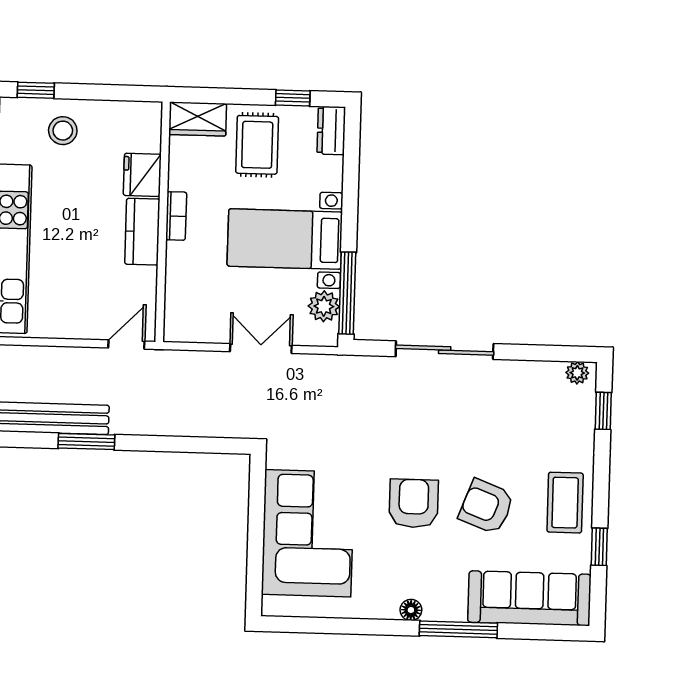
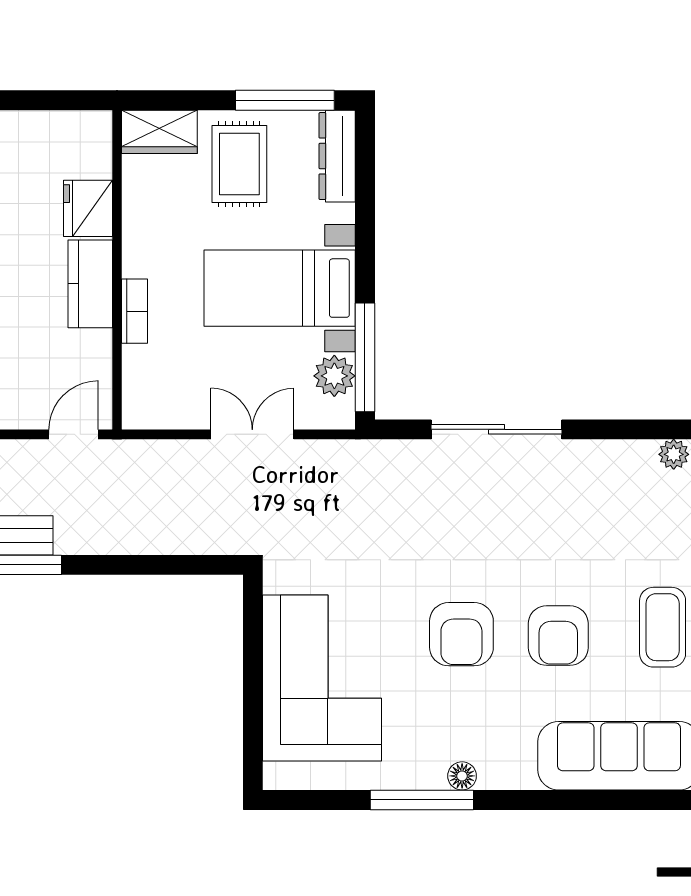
window: (293, 98) -> (285, 100), width x2.17
dresser: (331, 131) -> (337, 156), width x1.44
bookcase: (176, 216) -> (135, 311), moved
armchair: (414, 503) -> (461, 634), turned 180
armchair: (486, 507) -> (558, 636), turned -111
window: (458, 629) -> (422, 800), moved

